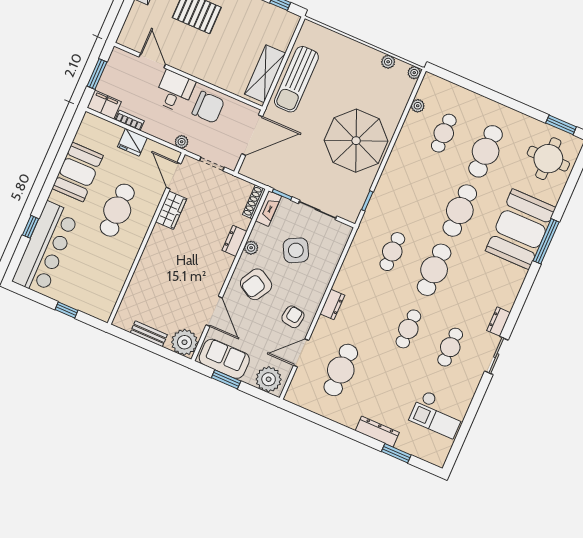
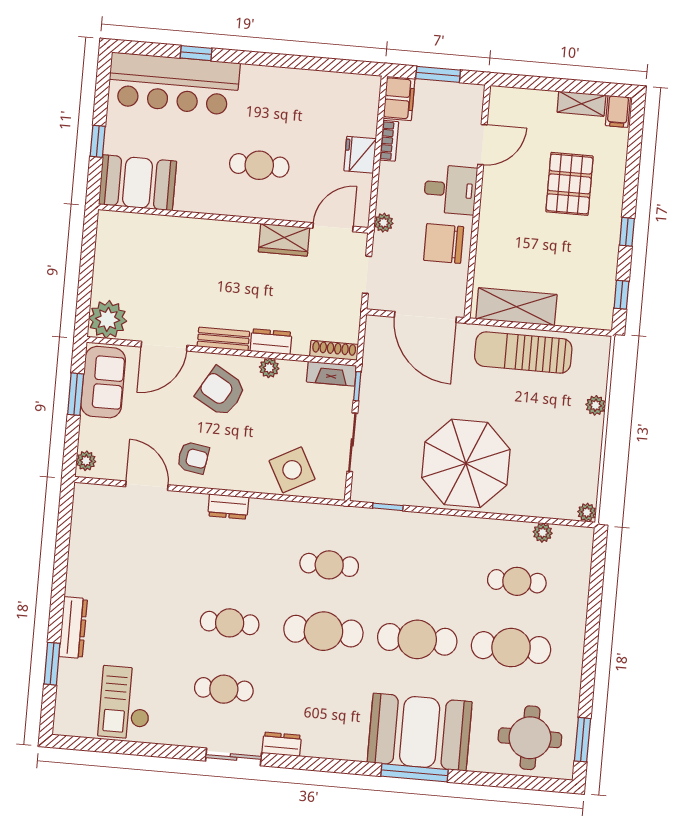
plant: (388, 62) -> (596, 405), moved
chair: (208, 107) -> (444, 244), turned 90
booth: (78, 172) -> (138, 183), moved
cafe table: (117, 210) -> (259, 165), width x0.73, depth x0.74
side table: (296, 250) -> (292, 470), moved
bench: (149, 334) -> (223, 339), moved, turned 90
cafe table: (341, 370) -> (142, 548), removed
plant: (269, 379) -> (86, 461), width x0.53, depth x0.53

